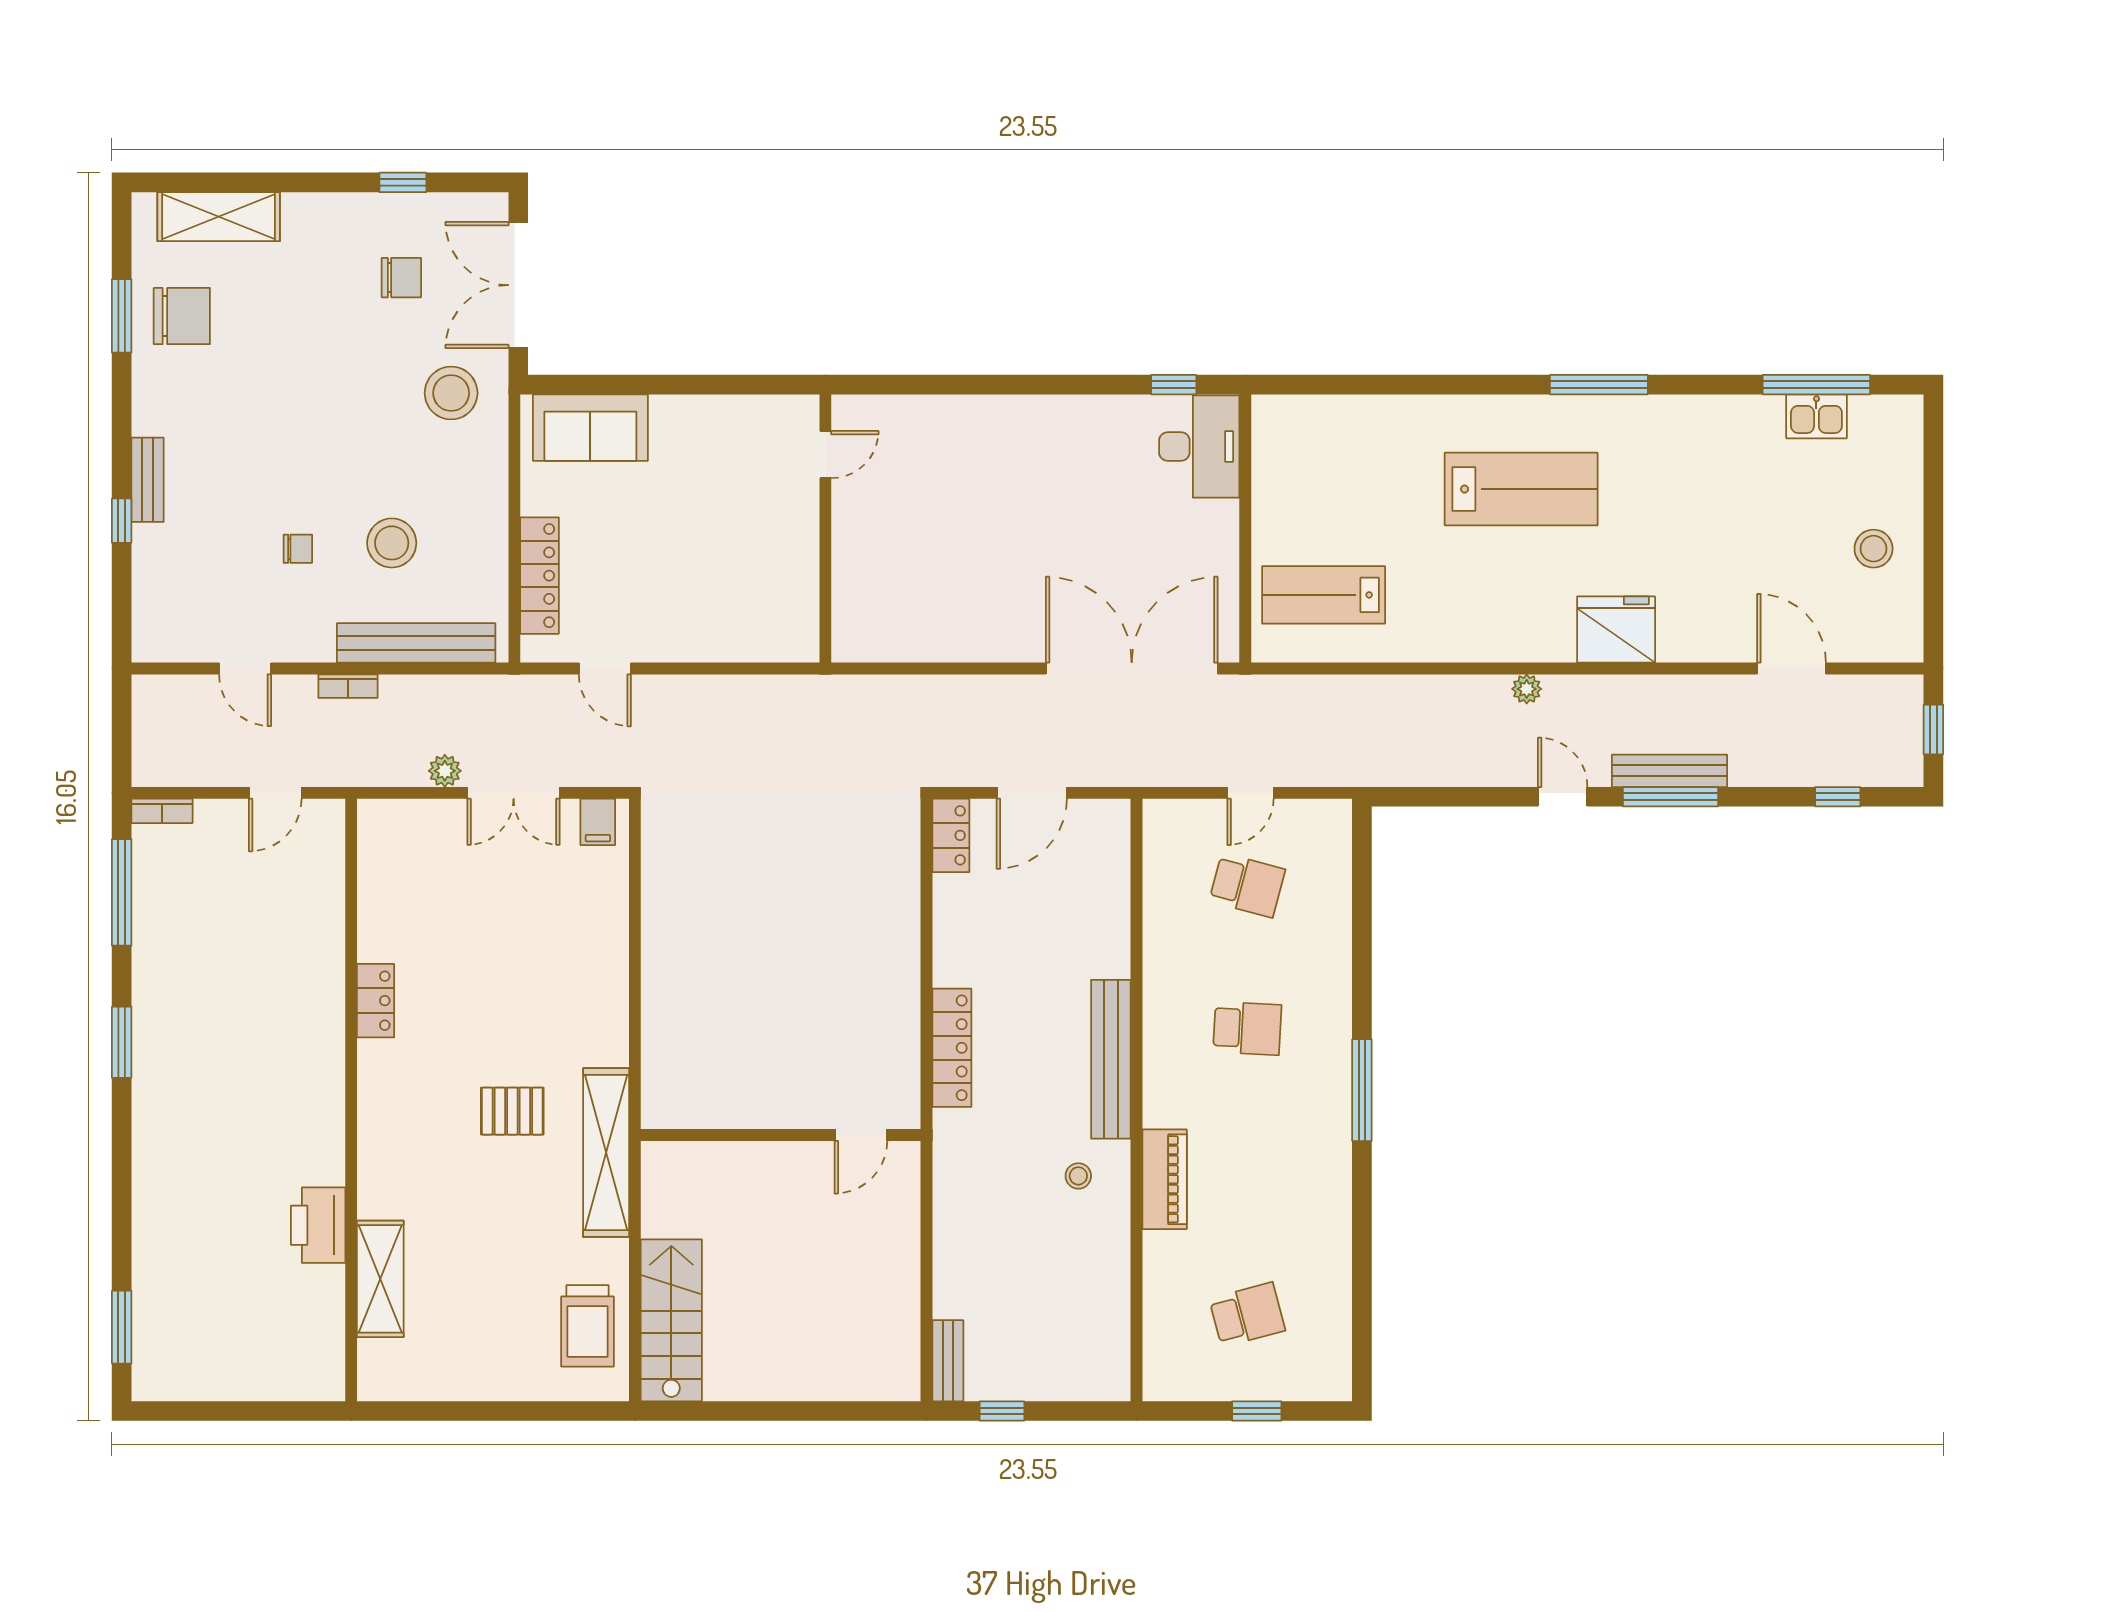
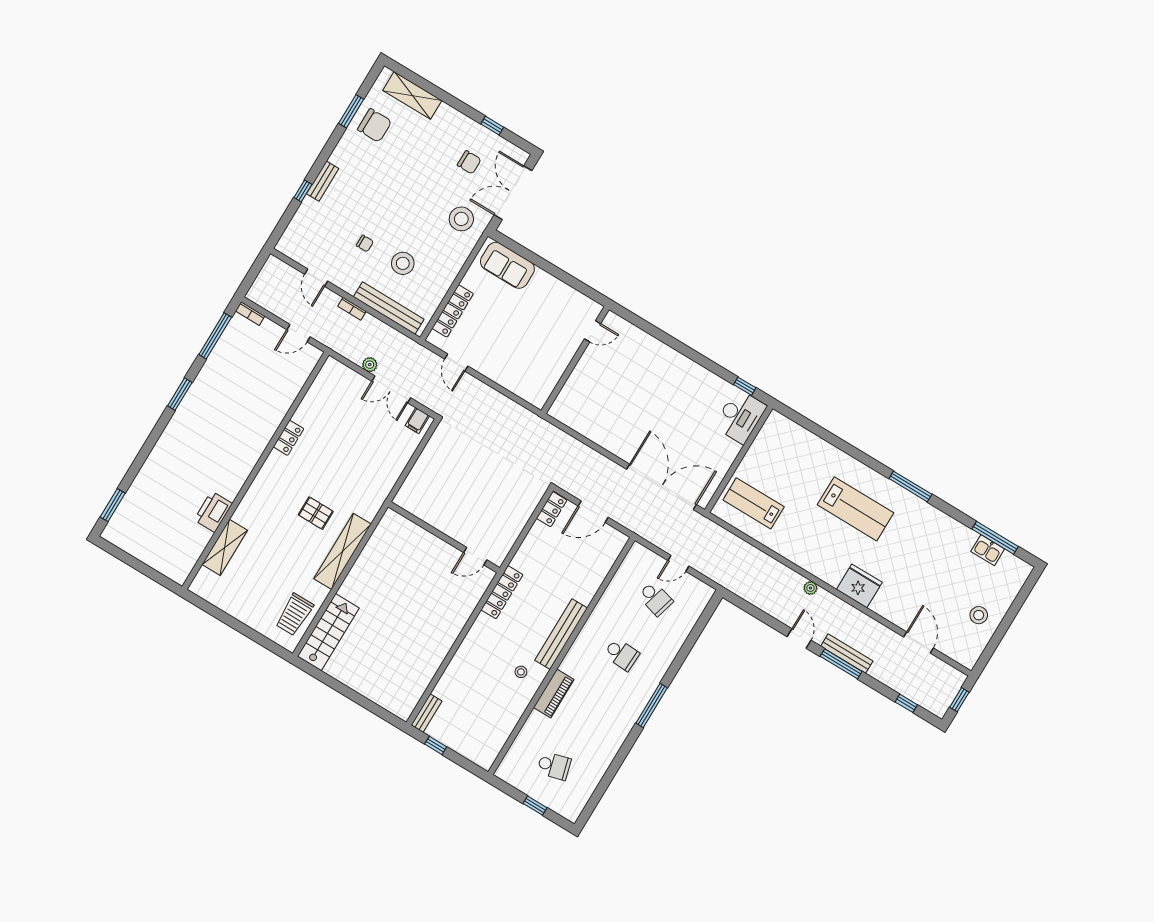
wall: (781, 1135) -> (444, 537), moved
door: (861, 1135) -> (475, 556), moved

